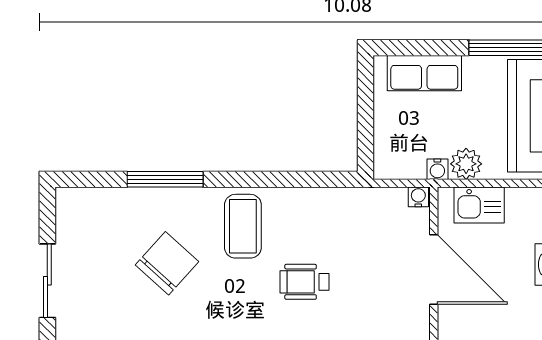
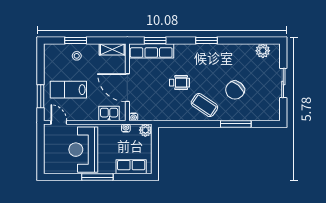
plant: (466, 164) -> (145, 130), moved
coffee table: (243, 226) -> (204, 105), turned -56

